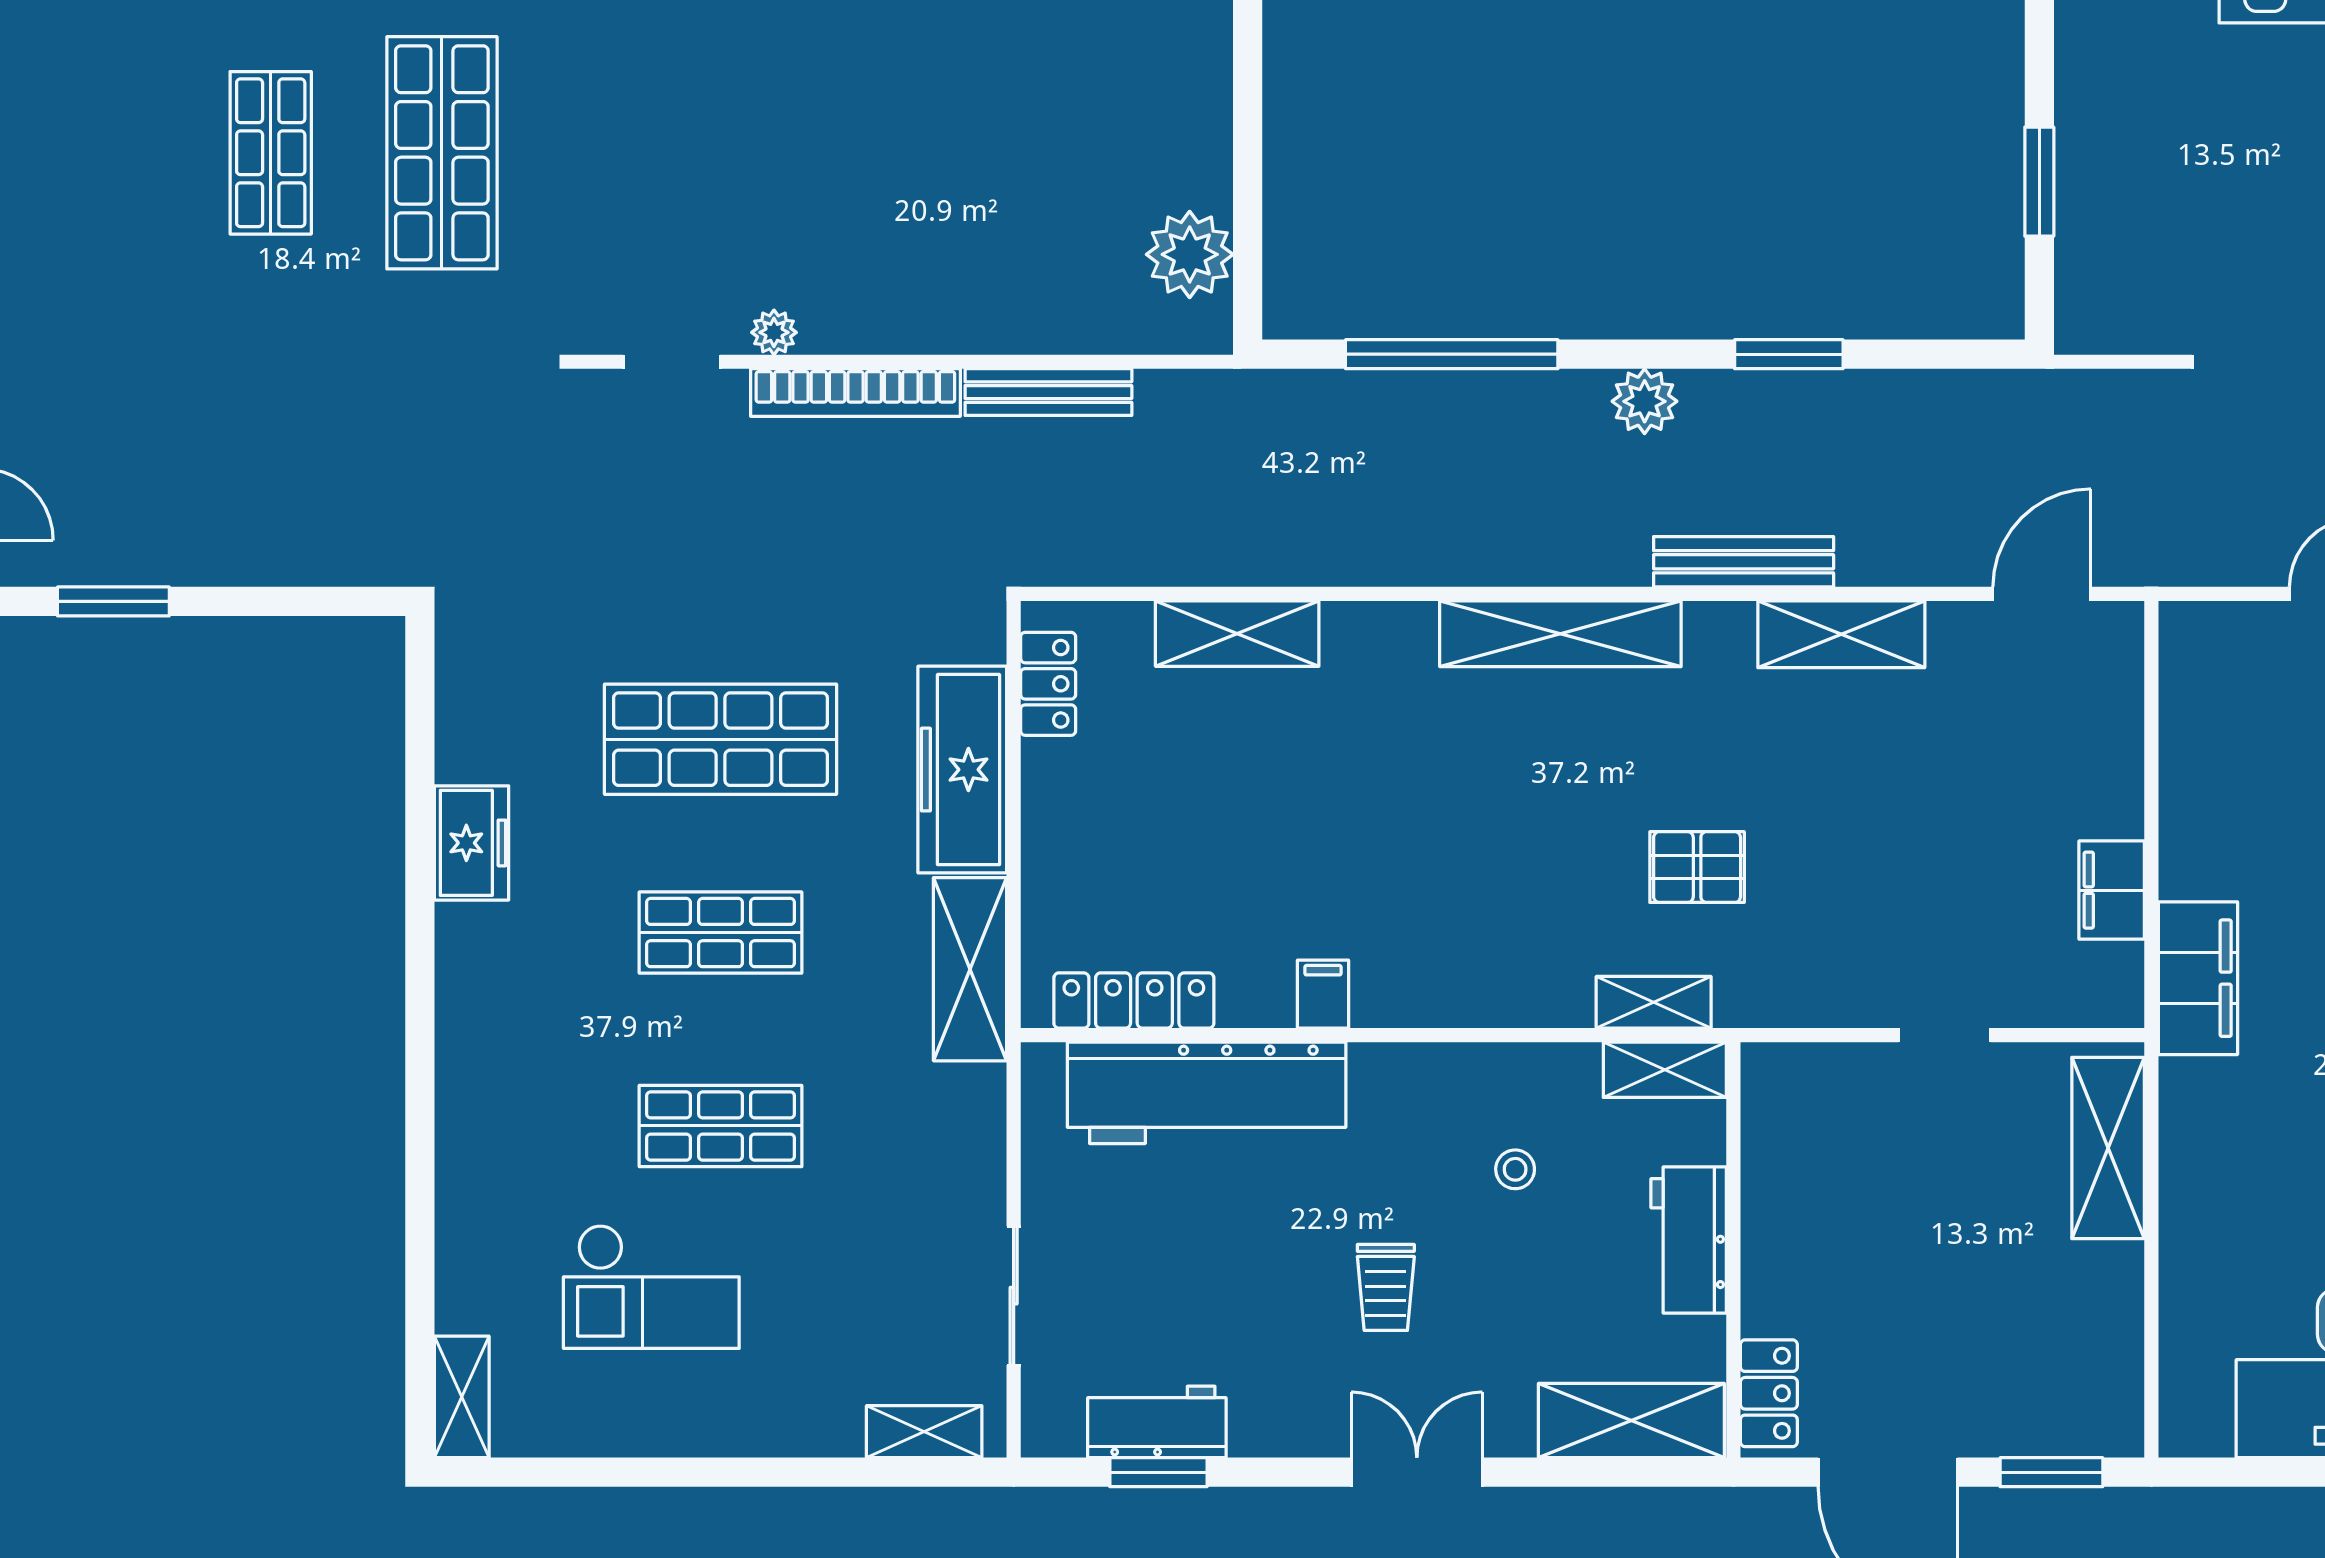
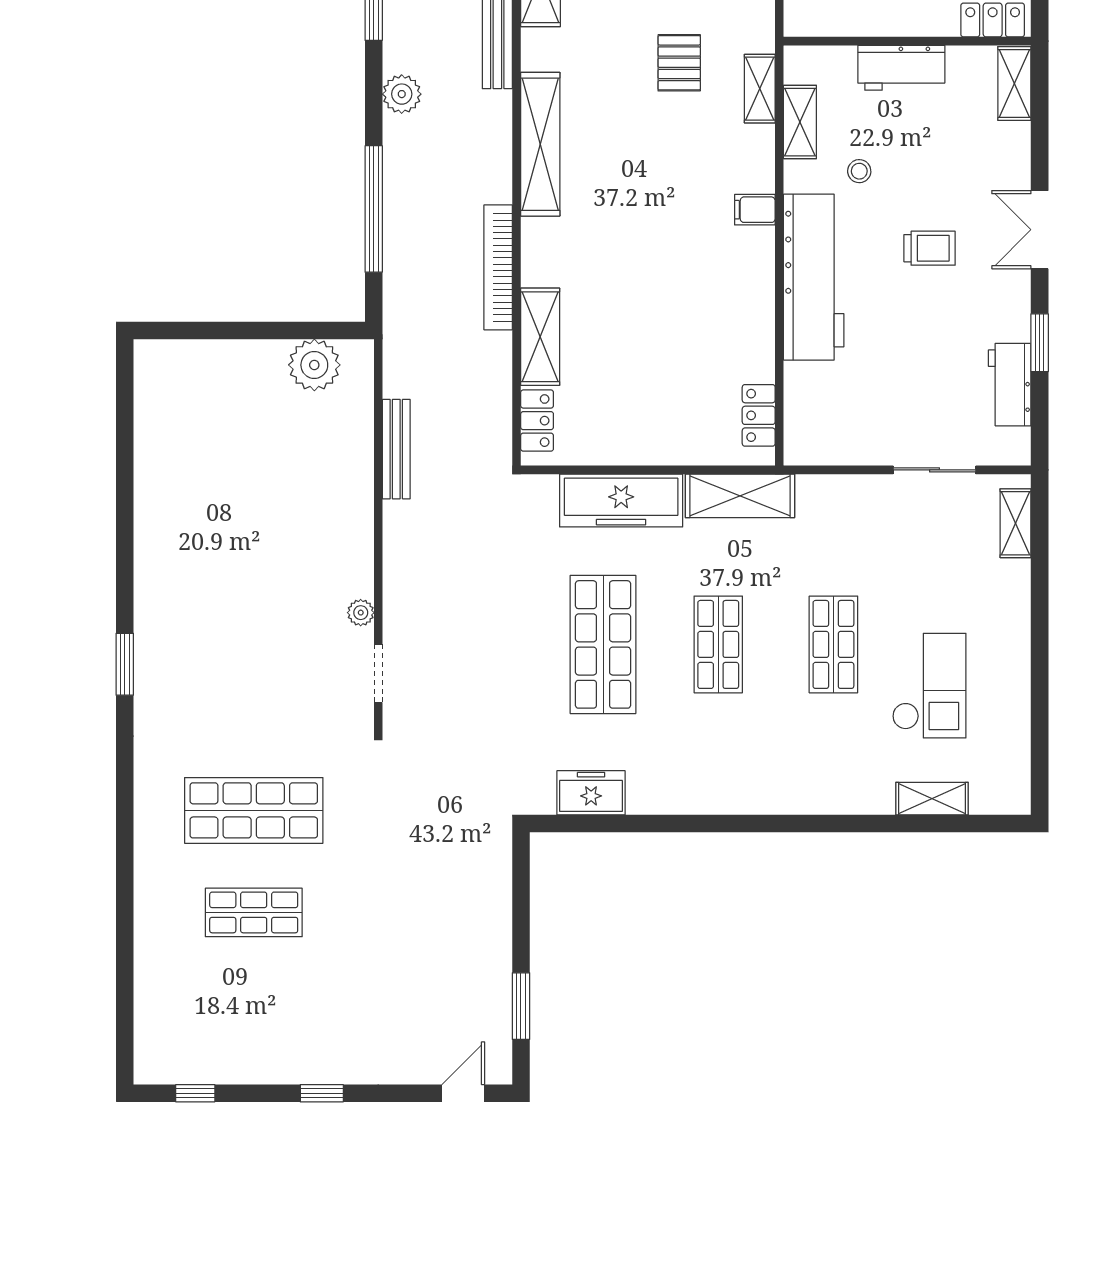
bookcase: (855, 393) -> (498, 267), moved, turned 180
locker: (1048, 684) -> (537, 421), moved, turned 90
freezer: (471, 843) -> (591, 793), moved
filing cabinet: (1323, 994) -> (755, 210), moved
locker: (1134, 1001) -> (759, 415), width x0.66
shelving: (1665, 1070) -> (800, 122), moved
workbench: (1207, 1093) -> (814, 277), moved
shelving: (462, 1397) -> (932, 799), moved
shelving: (1631, 1421) -> (1014, 83), width x0.67, depth x0.75
window: (1158, 1472) -> (1040, 343), moved

